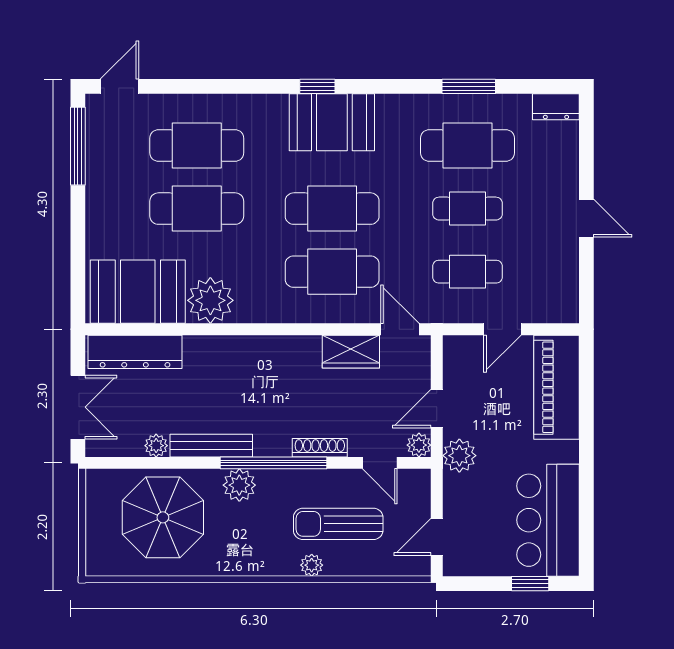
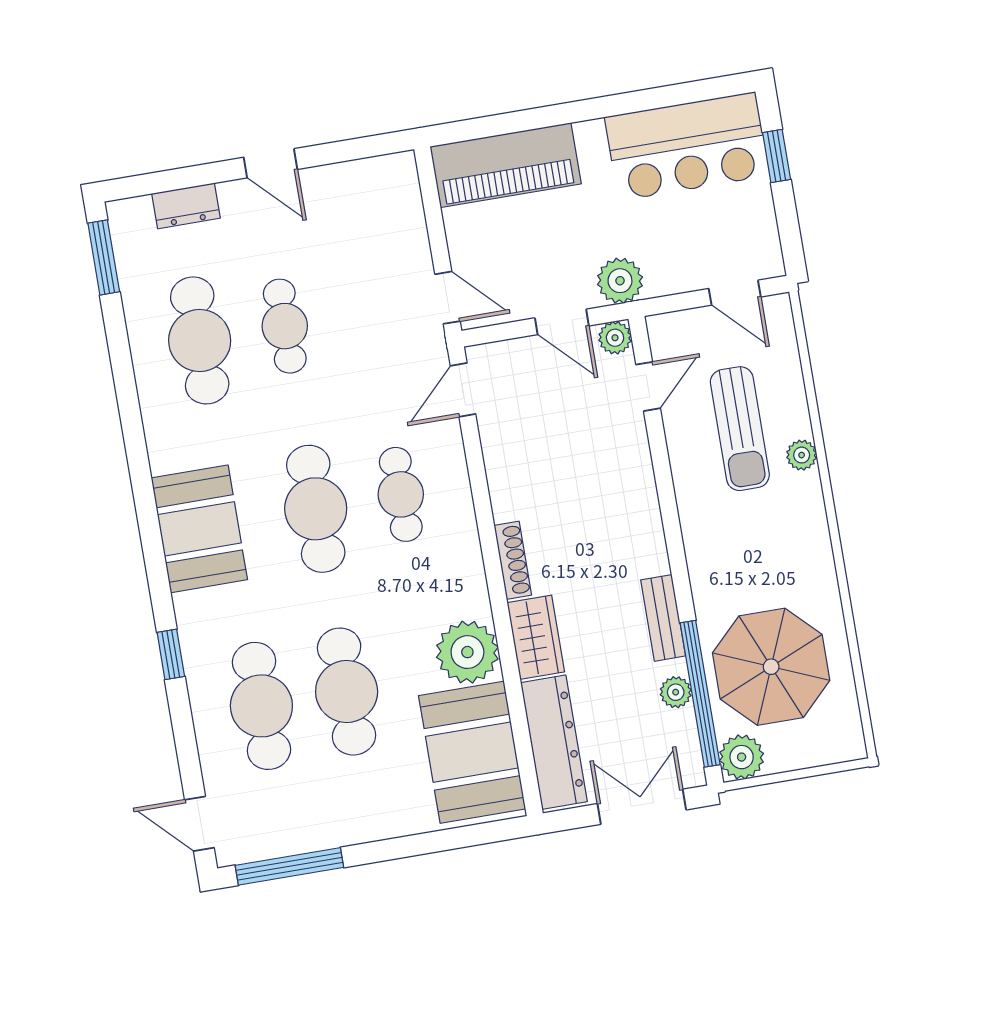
window: (317, 86) -> (171, 654), moved
window: (469, 86) -> (104, 257), moved
dresser: (556, 107) -> (186, 206), moved, turned 90
door: (586, 218) -> (271, 163), swing flipped
cafe table: (332, 272) -> (401, 494), width x0.73, depth x0.74
cafe table: (468, 272) -> (370, 312), removed
door: (502, 329) -> (447, 298), moved
wardrobe: (351, 352) -> (536, 637), moved
bench: (211, 446) -> (663, 618), width x0.73
shoe rack: (320, 448) -> (513, 560), moved, turned 180
window: (274, 463) -> (700, 694), moved
plant: (239, 485) -> (742, 757), moved

